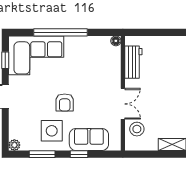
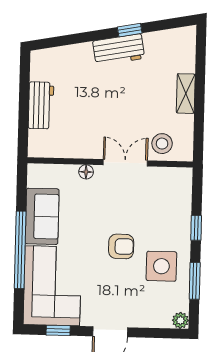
floor lamp: (116, 41) -> (86, 172), moved
workbench: (133, 62) -> (41, 105), moved, turned 90
sofa: (89, 140) -> (42, 216), moved, turned 180

